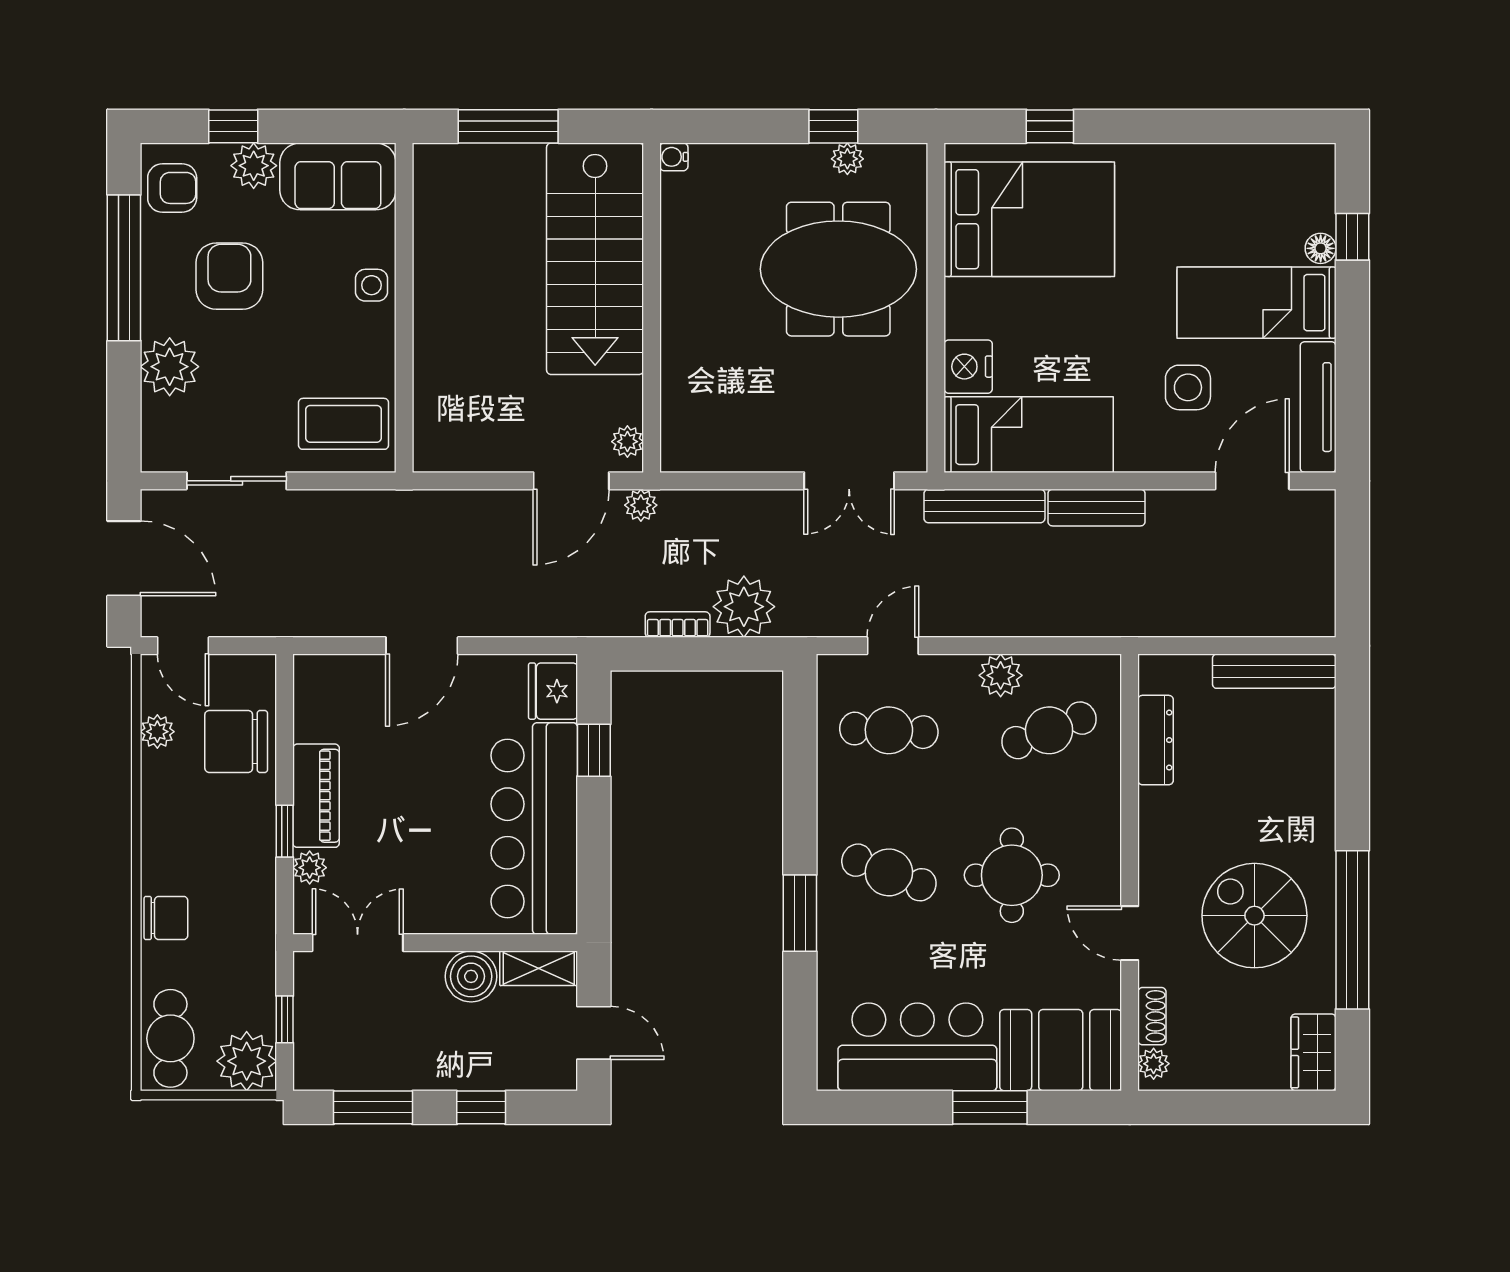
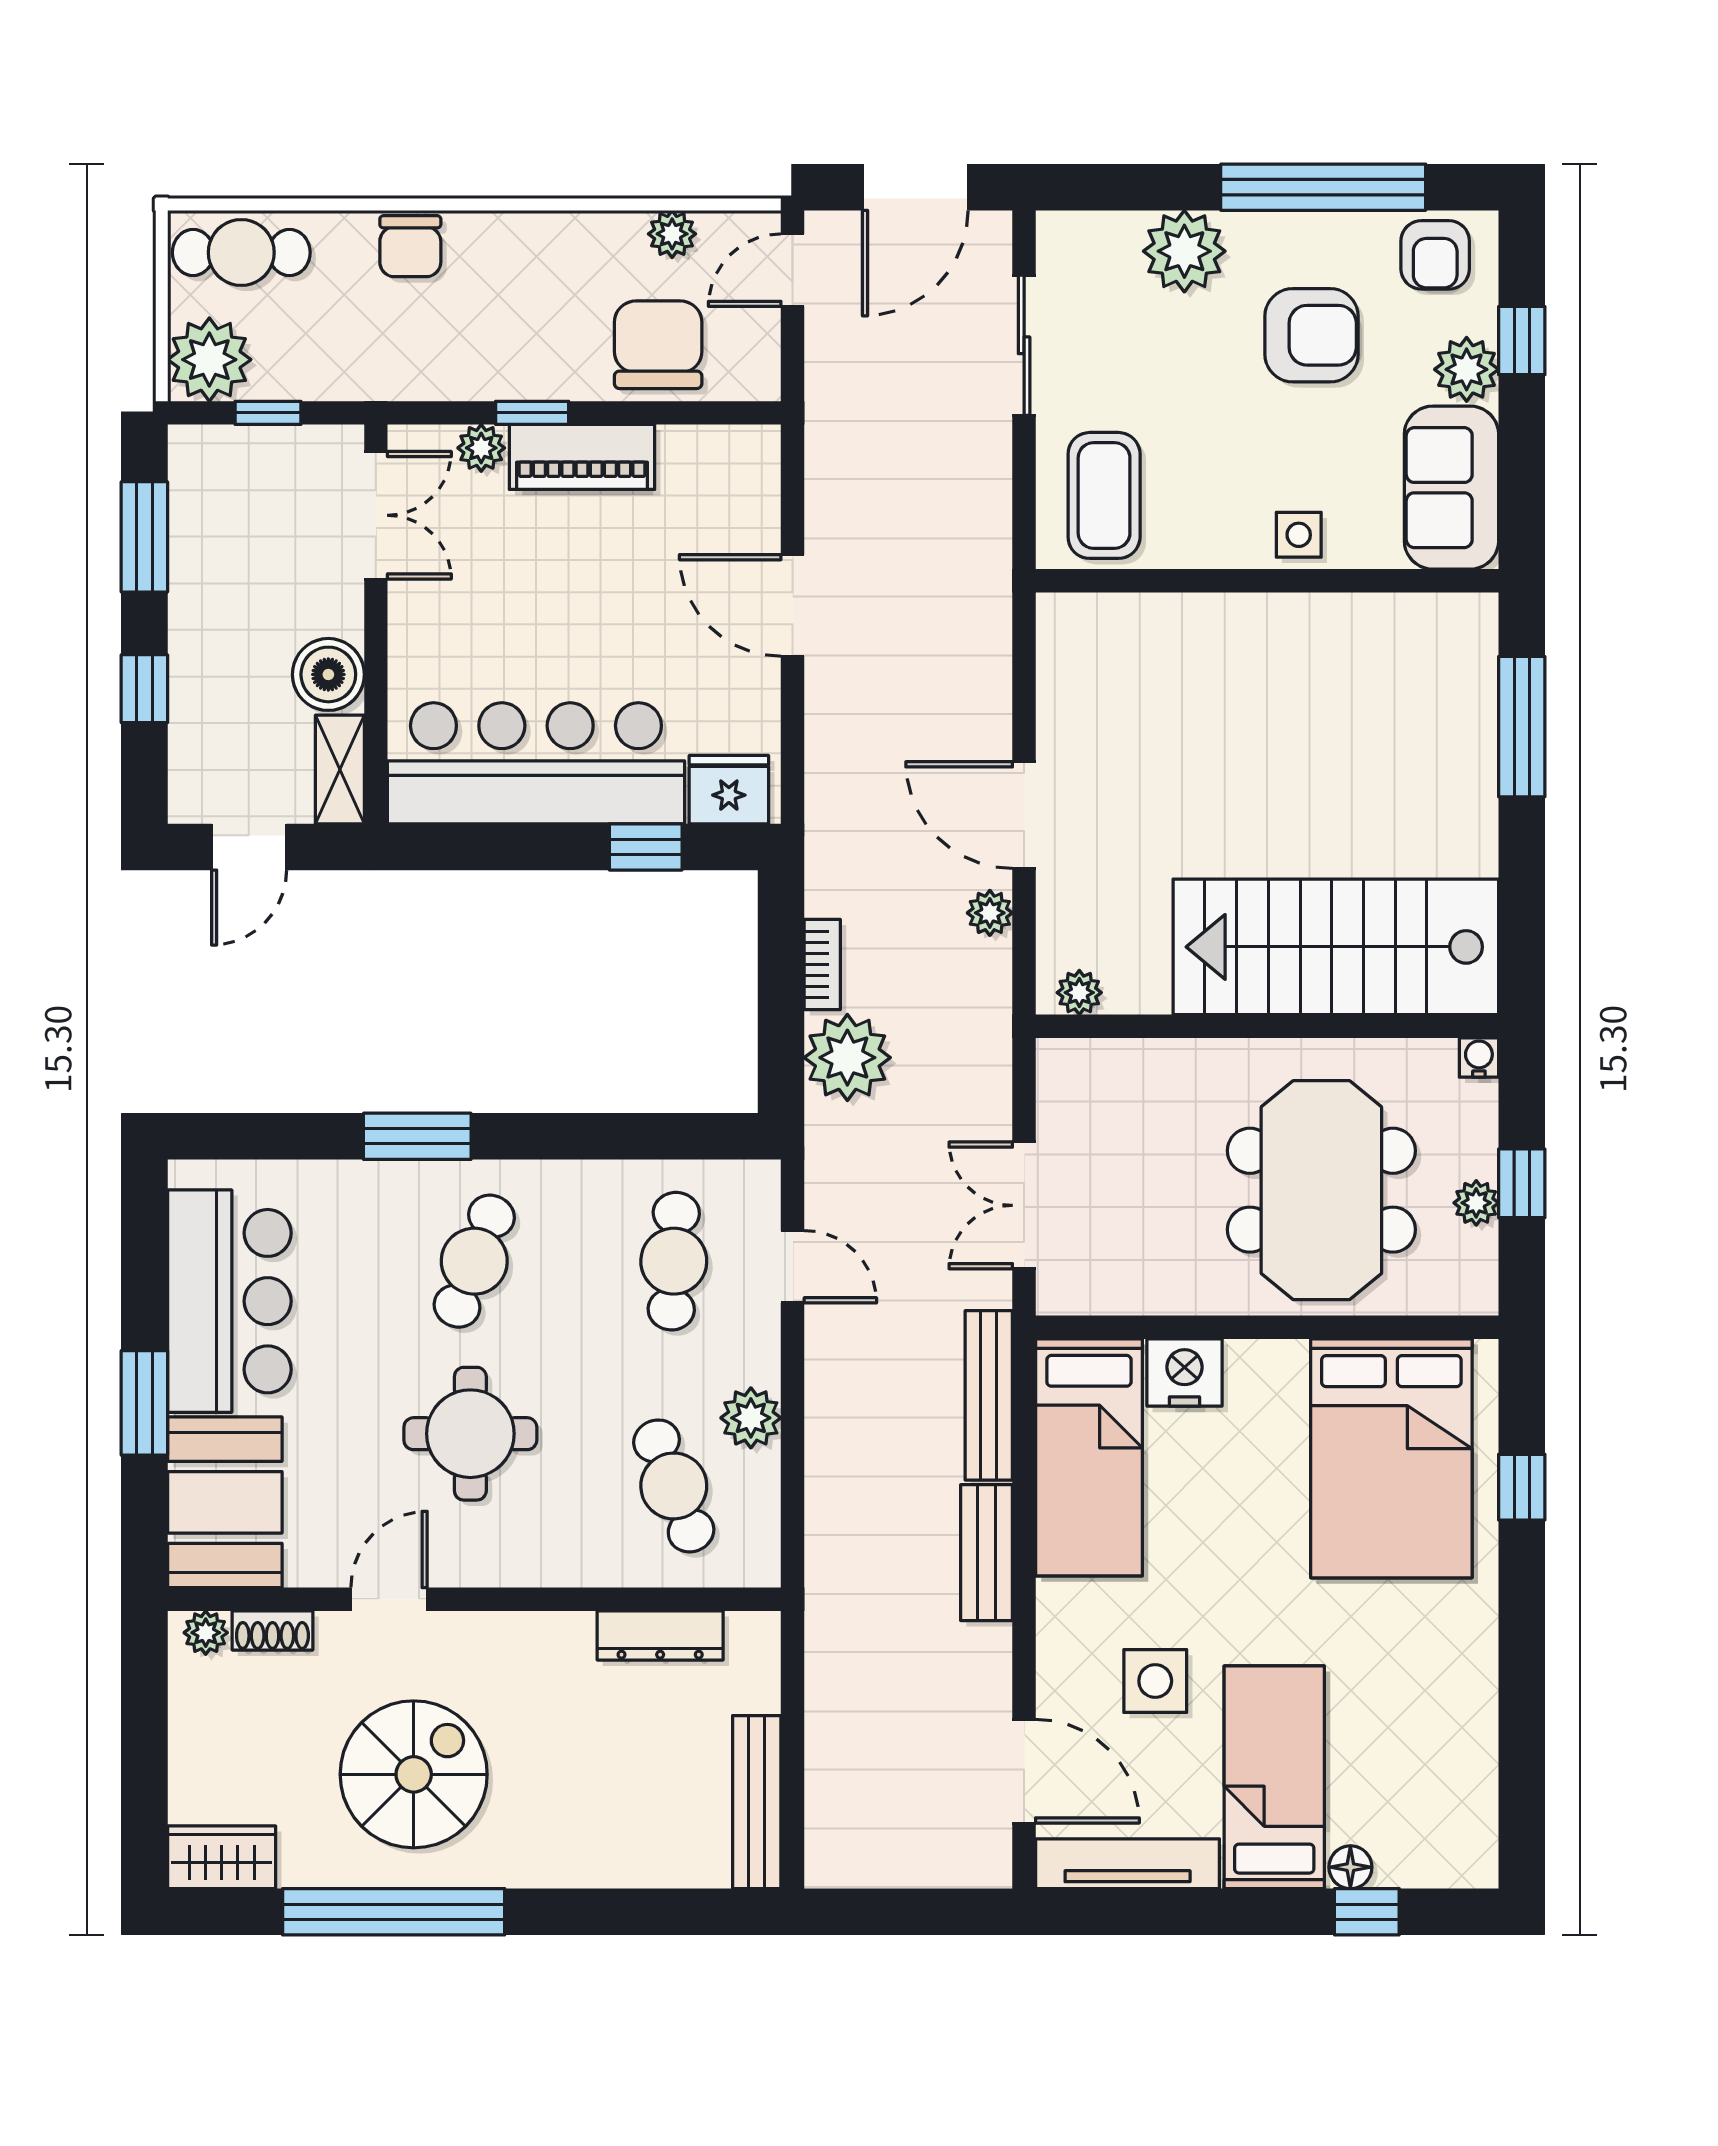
water cooler: (674, 157) -> (1479, 1058), moved
stairs: (595, 259) -> (1336, 947), moved
wall: (652, 308) -> (1267, 1026), moved
plant: (627, 442) -> (1079, 993), moved

